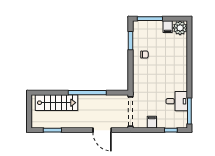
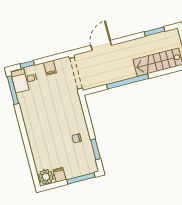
desk: (177, 101) -> (25, 80), moved
door: (102, 130) -> (101, 45), hinge flipped

